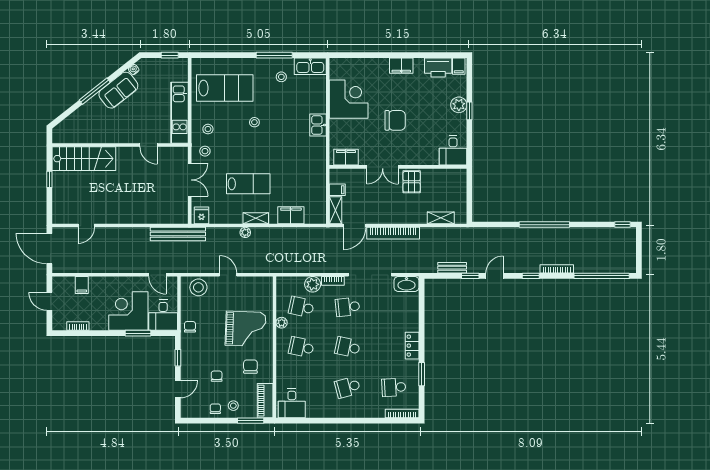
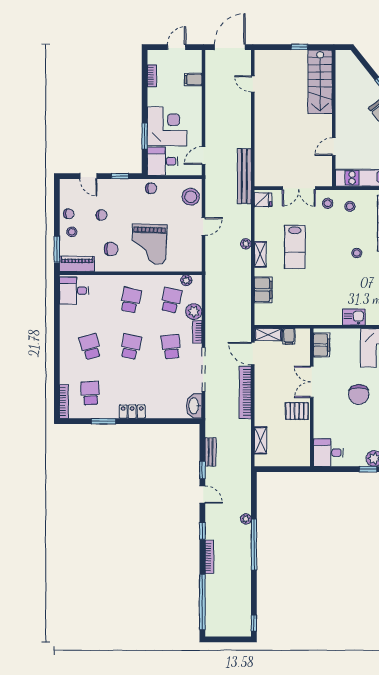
plant: (519, 232) -> (246, 519), added
plant: (282, 323) -> (186, 280), moved

